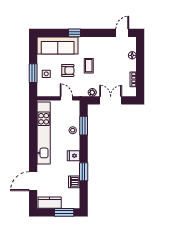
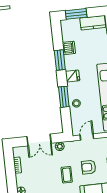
door: (66, 98) -> (87, 137), swing flipped
window: (84, 126) -> (64, 97), moved

